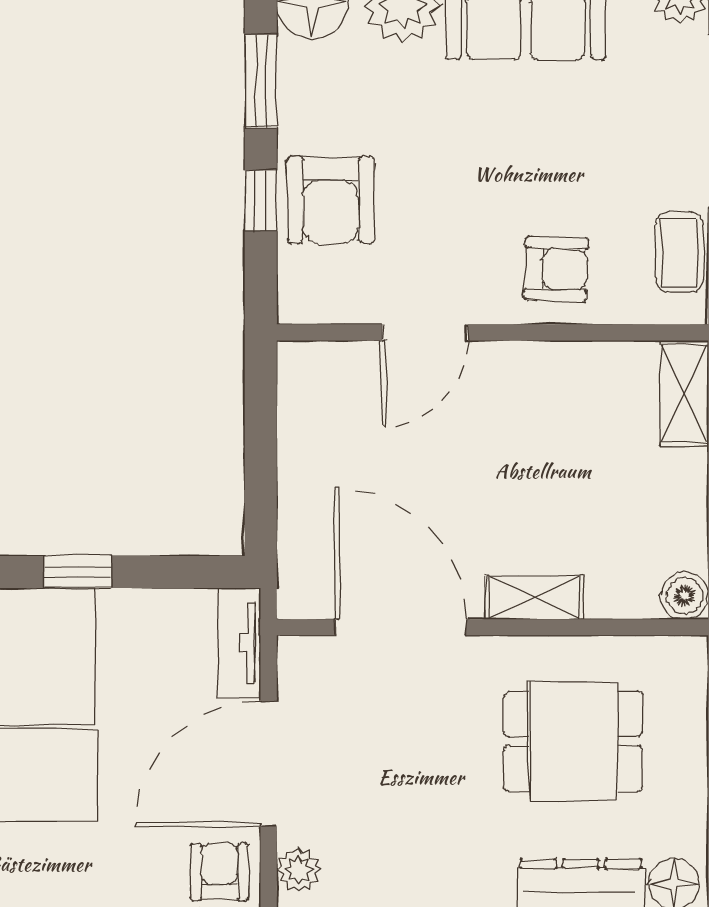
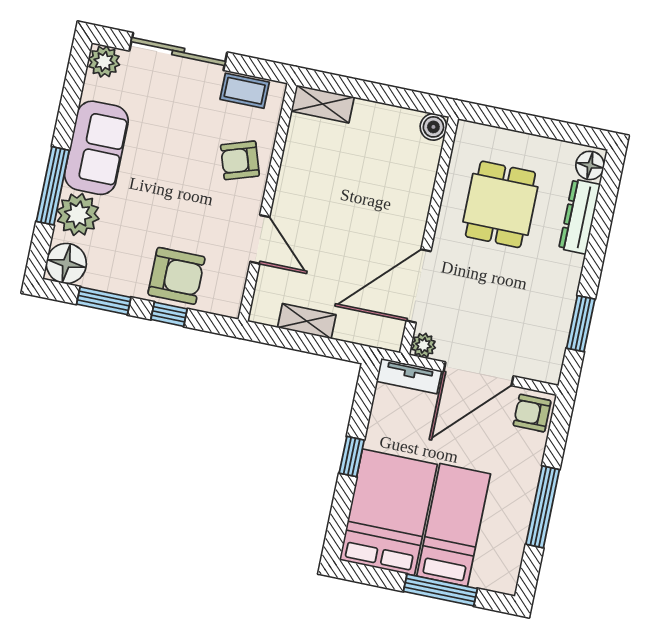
armchair: (556, 269) -> (240, 160), turned -110
shelving: (534, 597) -> (307, 321), moved, turned 90
door: (269, 764) -> (478, 374), hinge flipped
plant: (299, 870) -> (423, 345), moved

